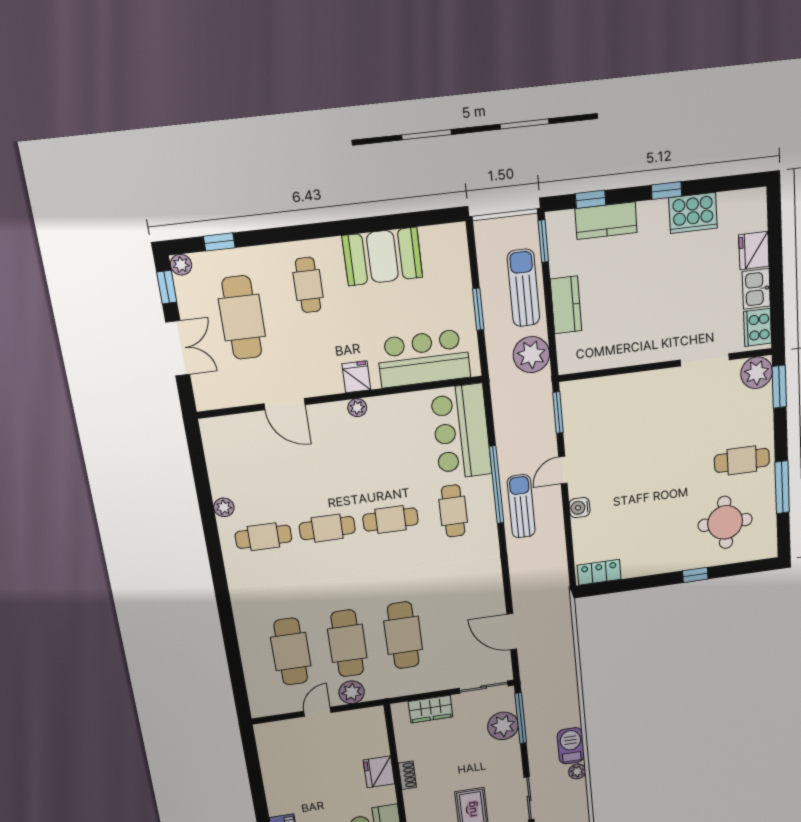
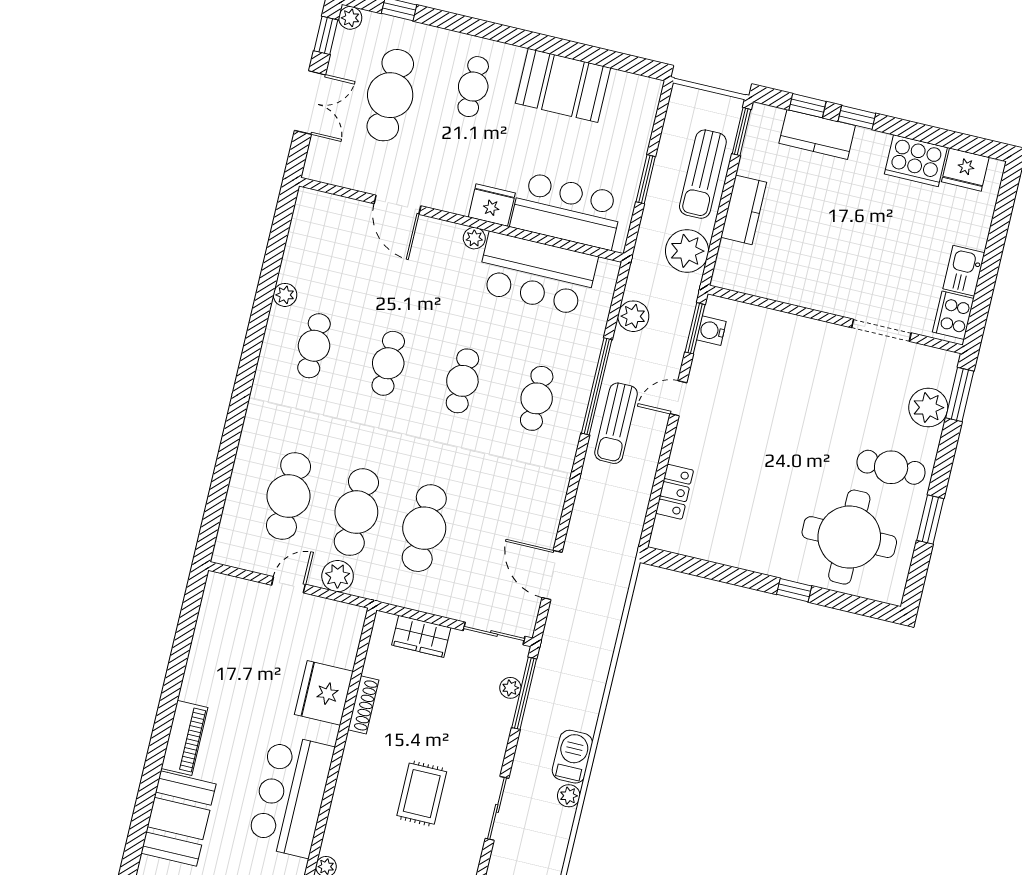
window: (666, 190) -> (857, 117), moved
fridge: (754, 251) -> (965, 170), moved, turned -90
sun lounger: (523, 288) -> (703, 174), turned 180
plant: (757, 373) -> (928, 407), moved
fridge: (356, 377) -> (492, 205), width x1.38
plant: (506, 421) -> (633, 316), added
bar counter: (461, 432) -> (537, 274), moved, turned -90
window: (782, 487) -> (930, 519), width x0.69
sun lounger: (521, 506) -> (616, 423), turned 180
water cooler: (580, 508) -> (711, 331), moved
cafe table: (391, 520) -> (462, 381), turned 90
round table: (725, 522) -> (849, 537), width x1.36, depth x1.36
cafe table: (327, 528) -> (388, 363), turned 90
cafe table: (263, 537) -> (314, 346), turned 90
locker: (599, 572) -> (675, 492), moved, turned 90
plant: (503, 726) -> (510, 688), width x0.53, depth x0.53
fridge: (379, 772) -> (324, 693), width x1.36, depth x1.34
shoe rack: (407, 775) -> (363, 705), width x1.43

